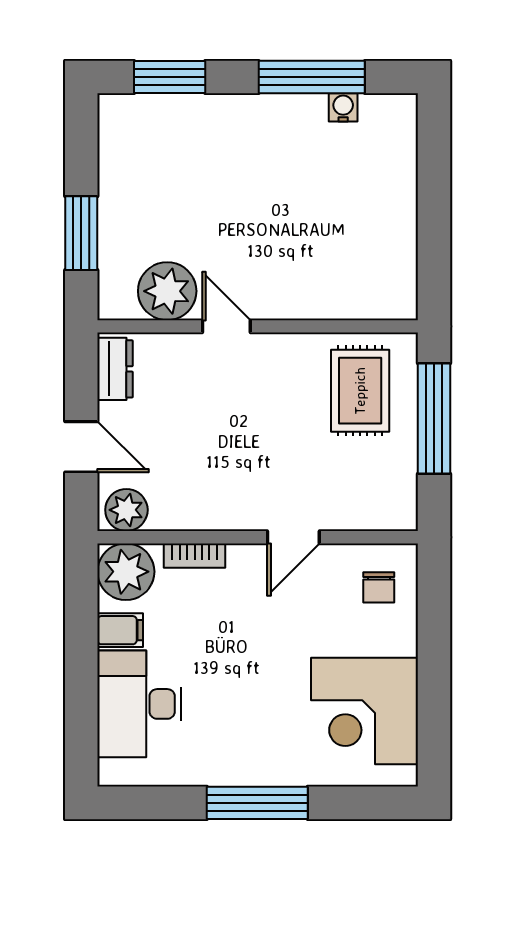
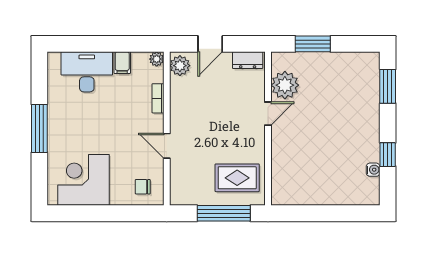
window: (312, 77) -> (388, 155), width x0.46
plant: (126, 572) -> (157, 59), width x0.53, depth x0.53

